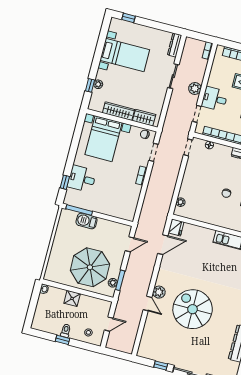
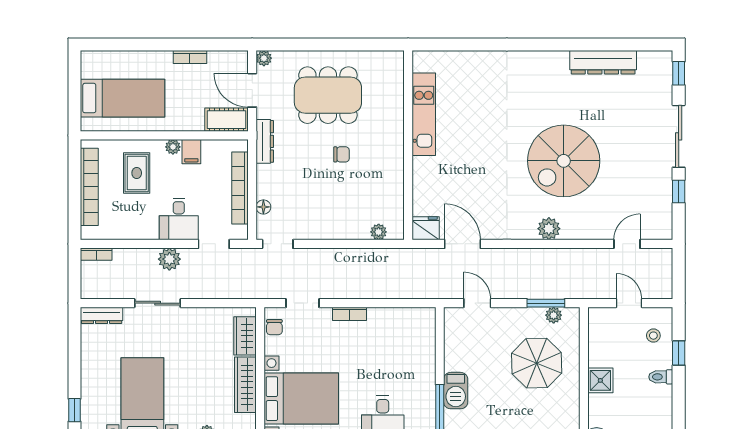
parasol: (90, 267) -> (537, 363), width x0.73, depth x0.73
door: (147, 303) -> (627, 244), moved
window: (63, 340) -> (679, 353), moved

